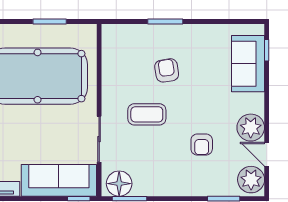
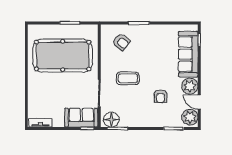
sofa: (248, 64) -> (188, 54), width x1.36
armchair: (167, 70) -> (121, 42), moved, turned 138
sofa: (59, 180) -> (81, 118), width x0.73

